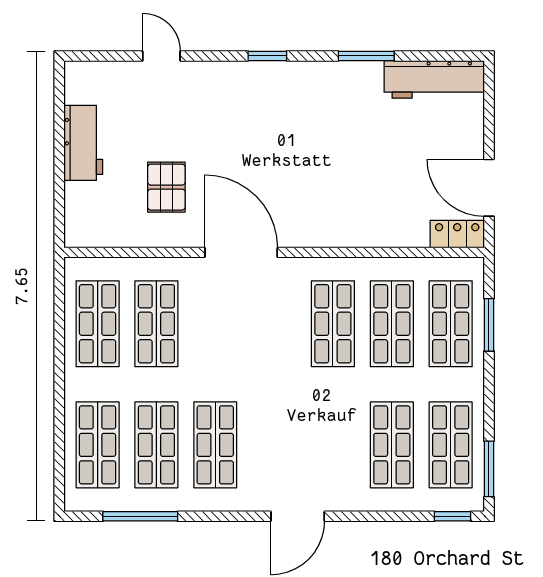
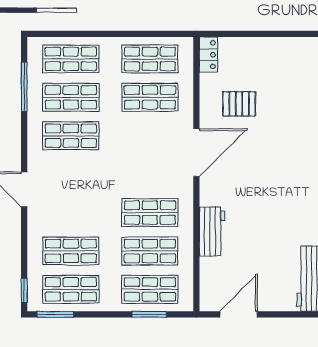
workbench: (83, 143) -> (212, 231), moved, turned -90
locker: (457, 234) -> (208, 55), moved

